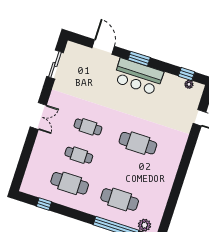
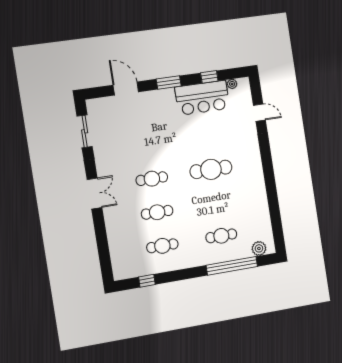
window: (186, 74) -> (209, 77), moved
bar counter: (138, 77) -> (202, 98), moved
cafe table: (70, 183) -> (162, 246), width x0.73, depth x0.74
cafe table: (120, 200) -> (221, 236), width x0.73, depth x0.74

